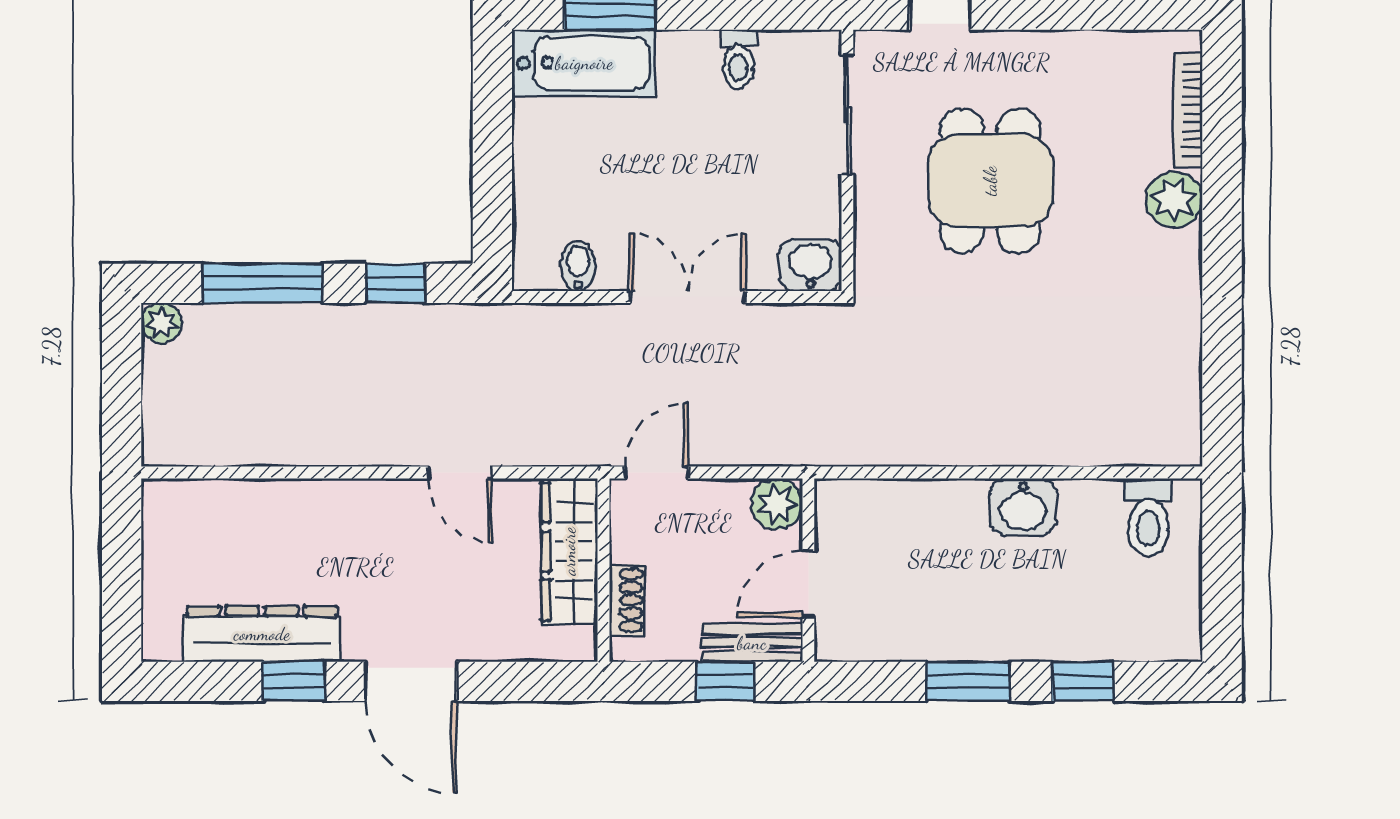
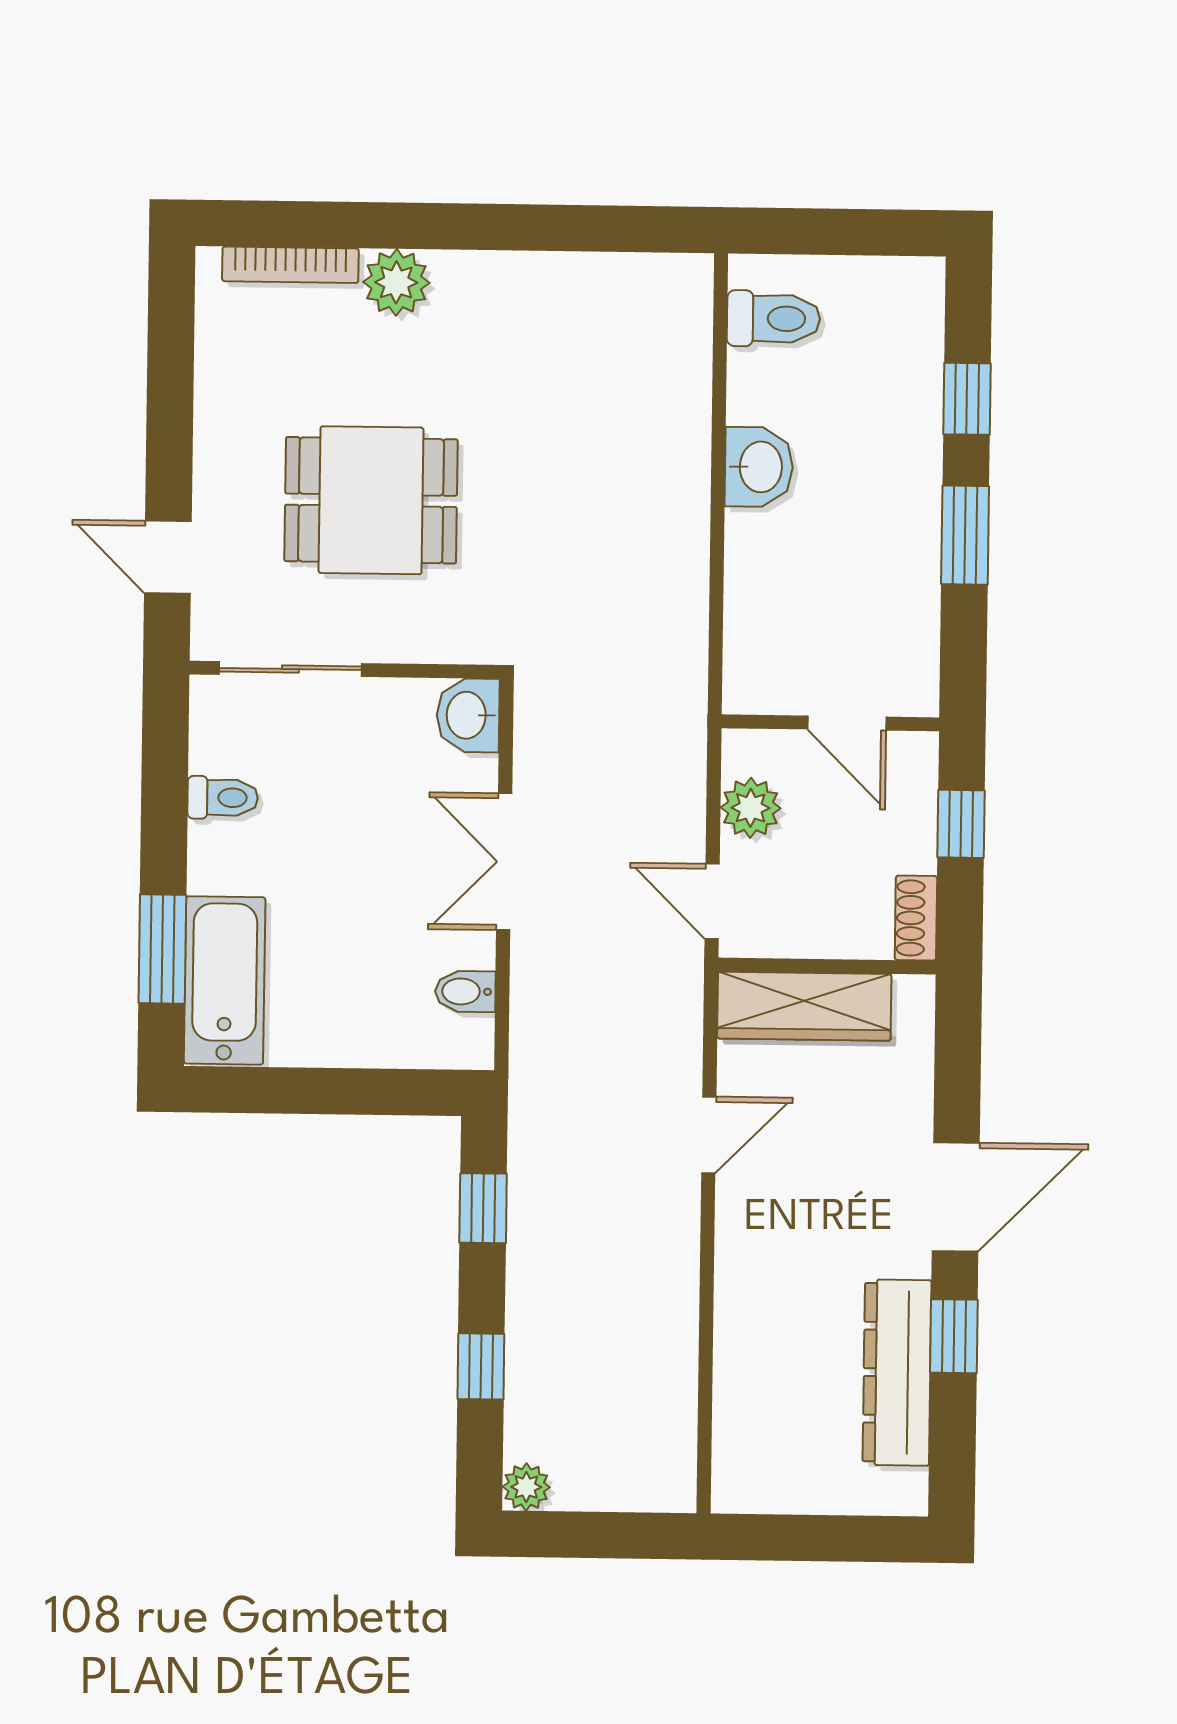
window: (262, 283) -> (481, 1366), width x0.46
plant: (777, 504) -> (751, 808), moved
shoe rack: (627, 600) -> (916, 918), moved, turned -90
bench: (752, 643) -> (915, 791), removed

